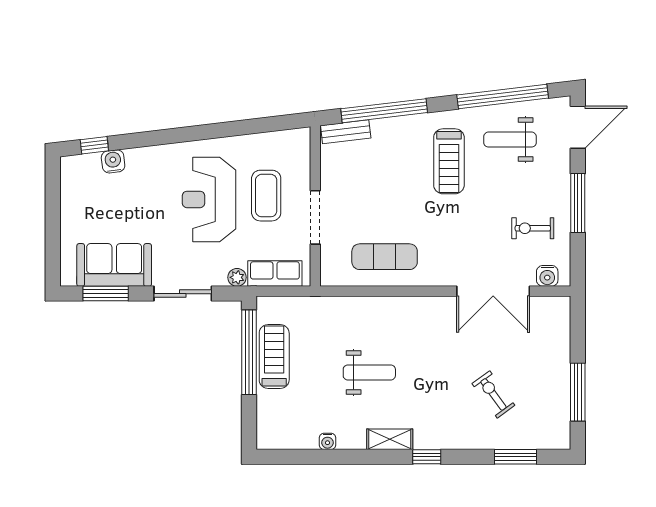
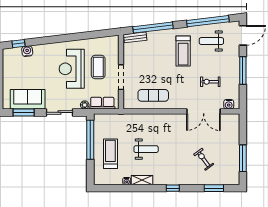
exercise bike: (533, 228) -> (210, 82), moved
treadmill: (274, 357) -> (110, 154), moved
shelving: (390, 439) -> (142, 180), moved

